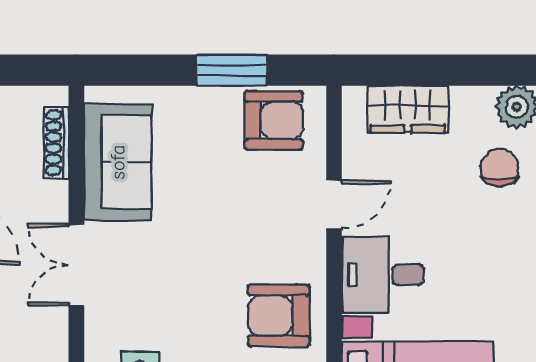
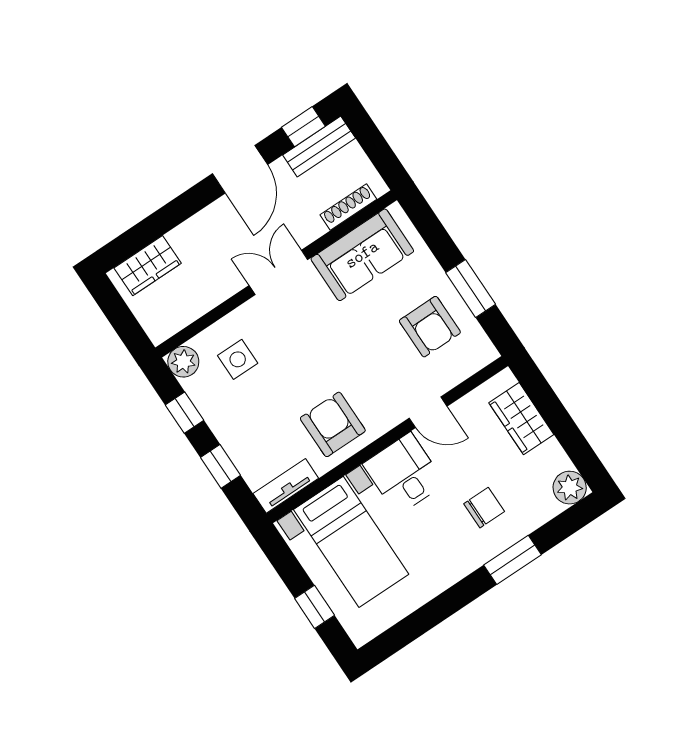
armchair: (274, 120) -> (430, 327), moved
chair: (499, 168) -> (484, 508), moved

